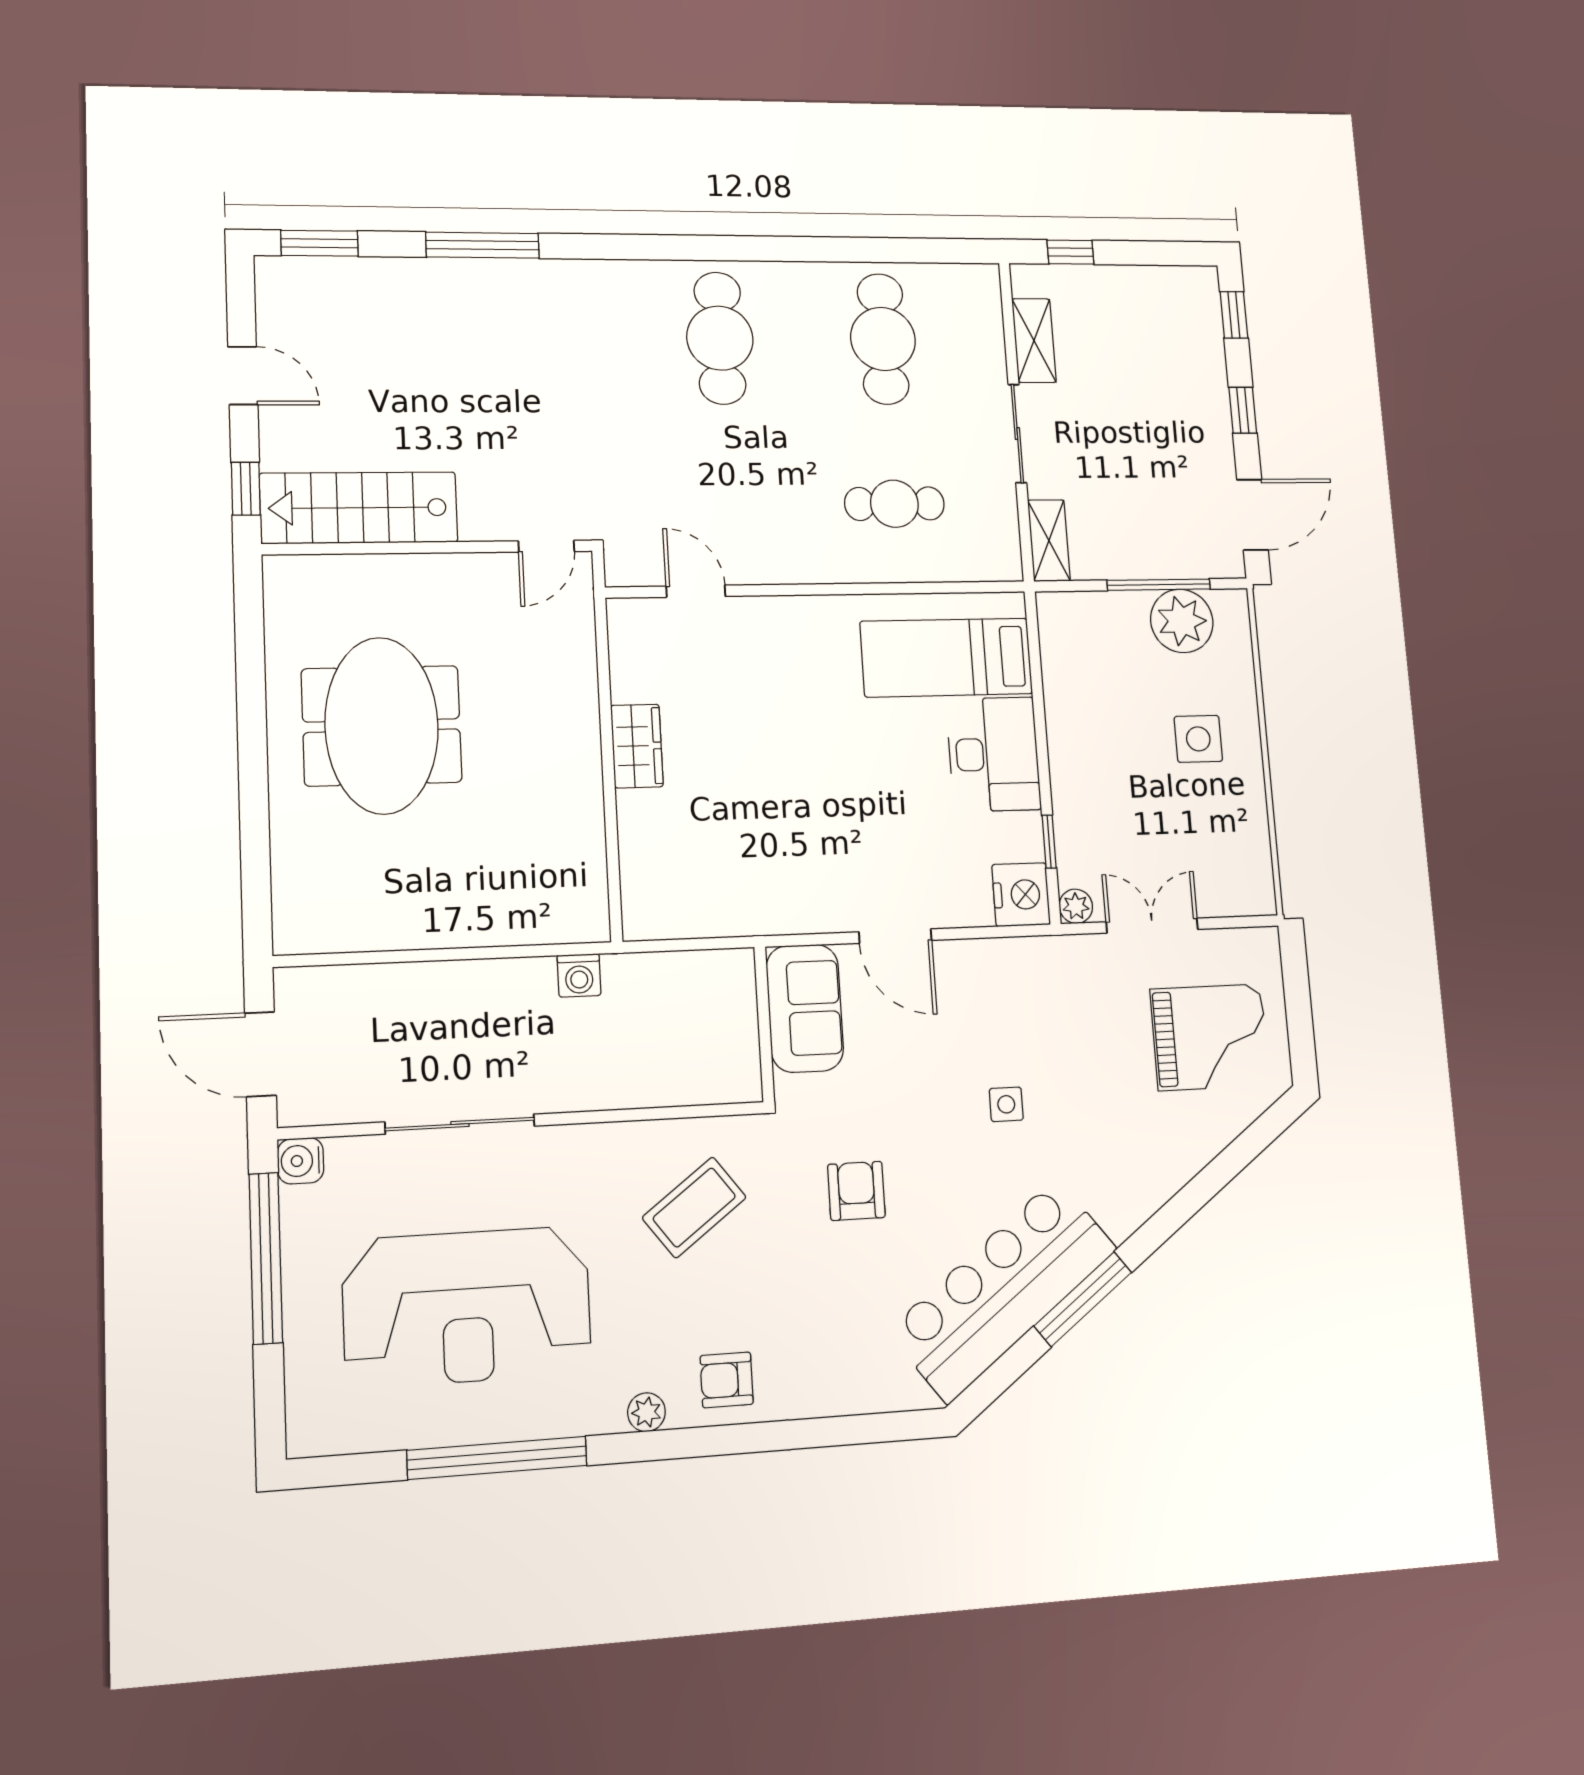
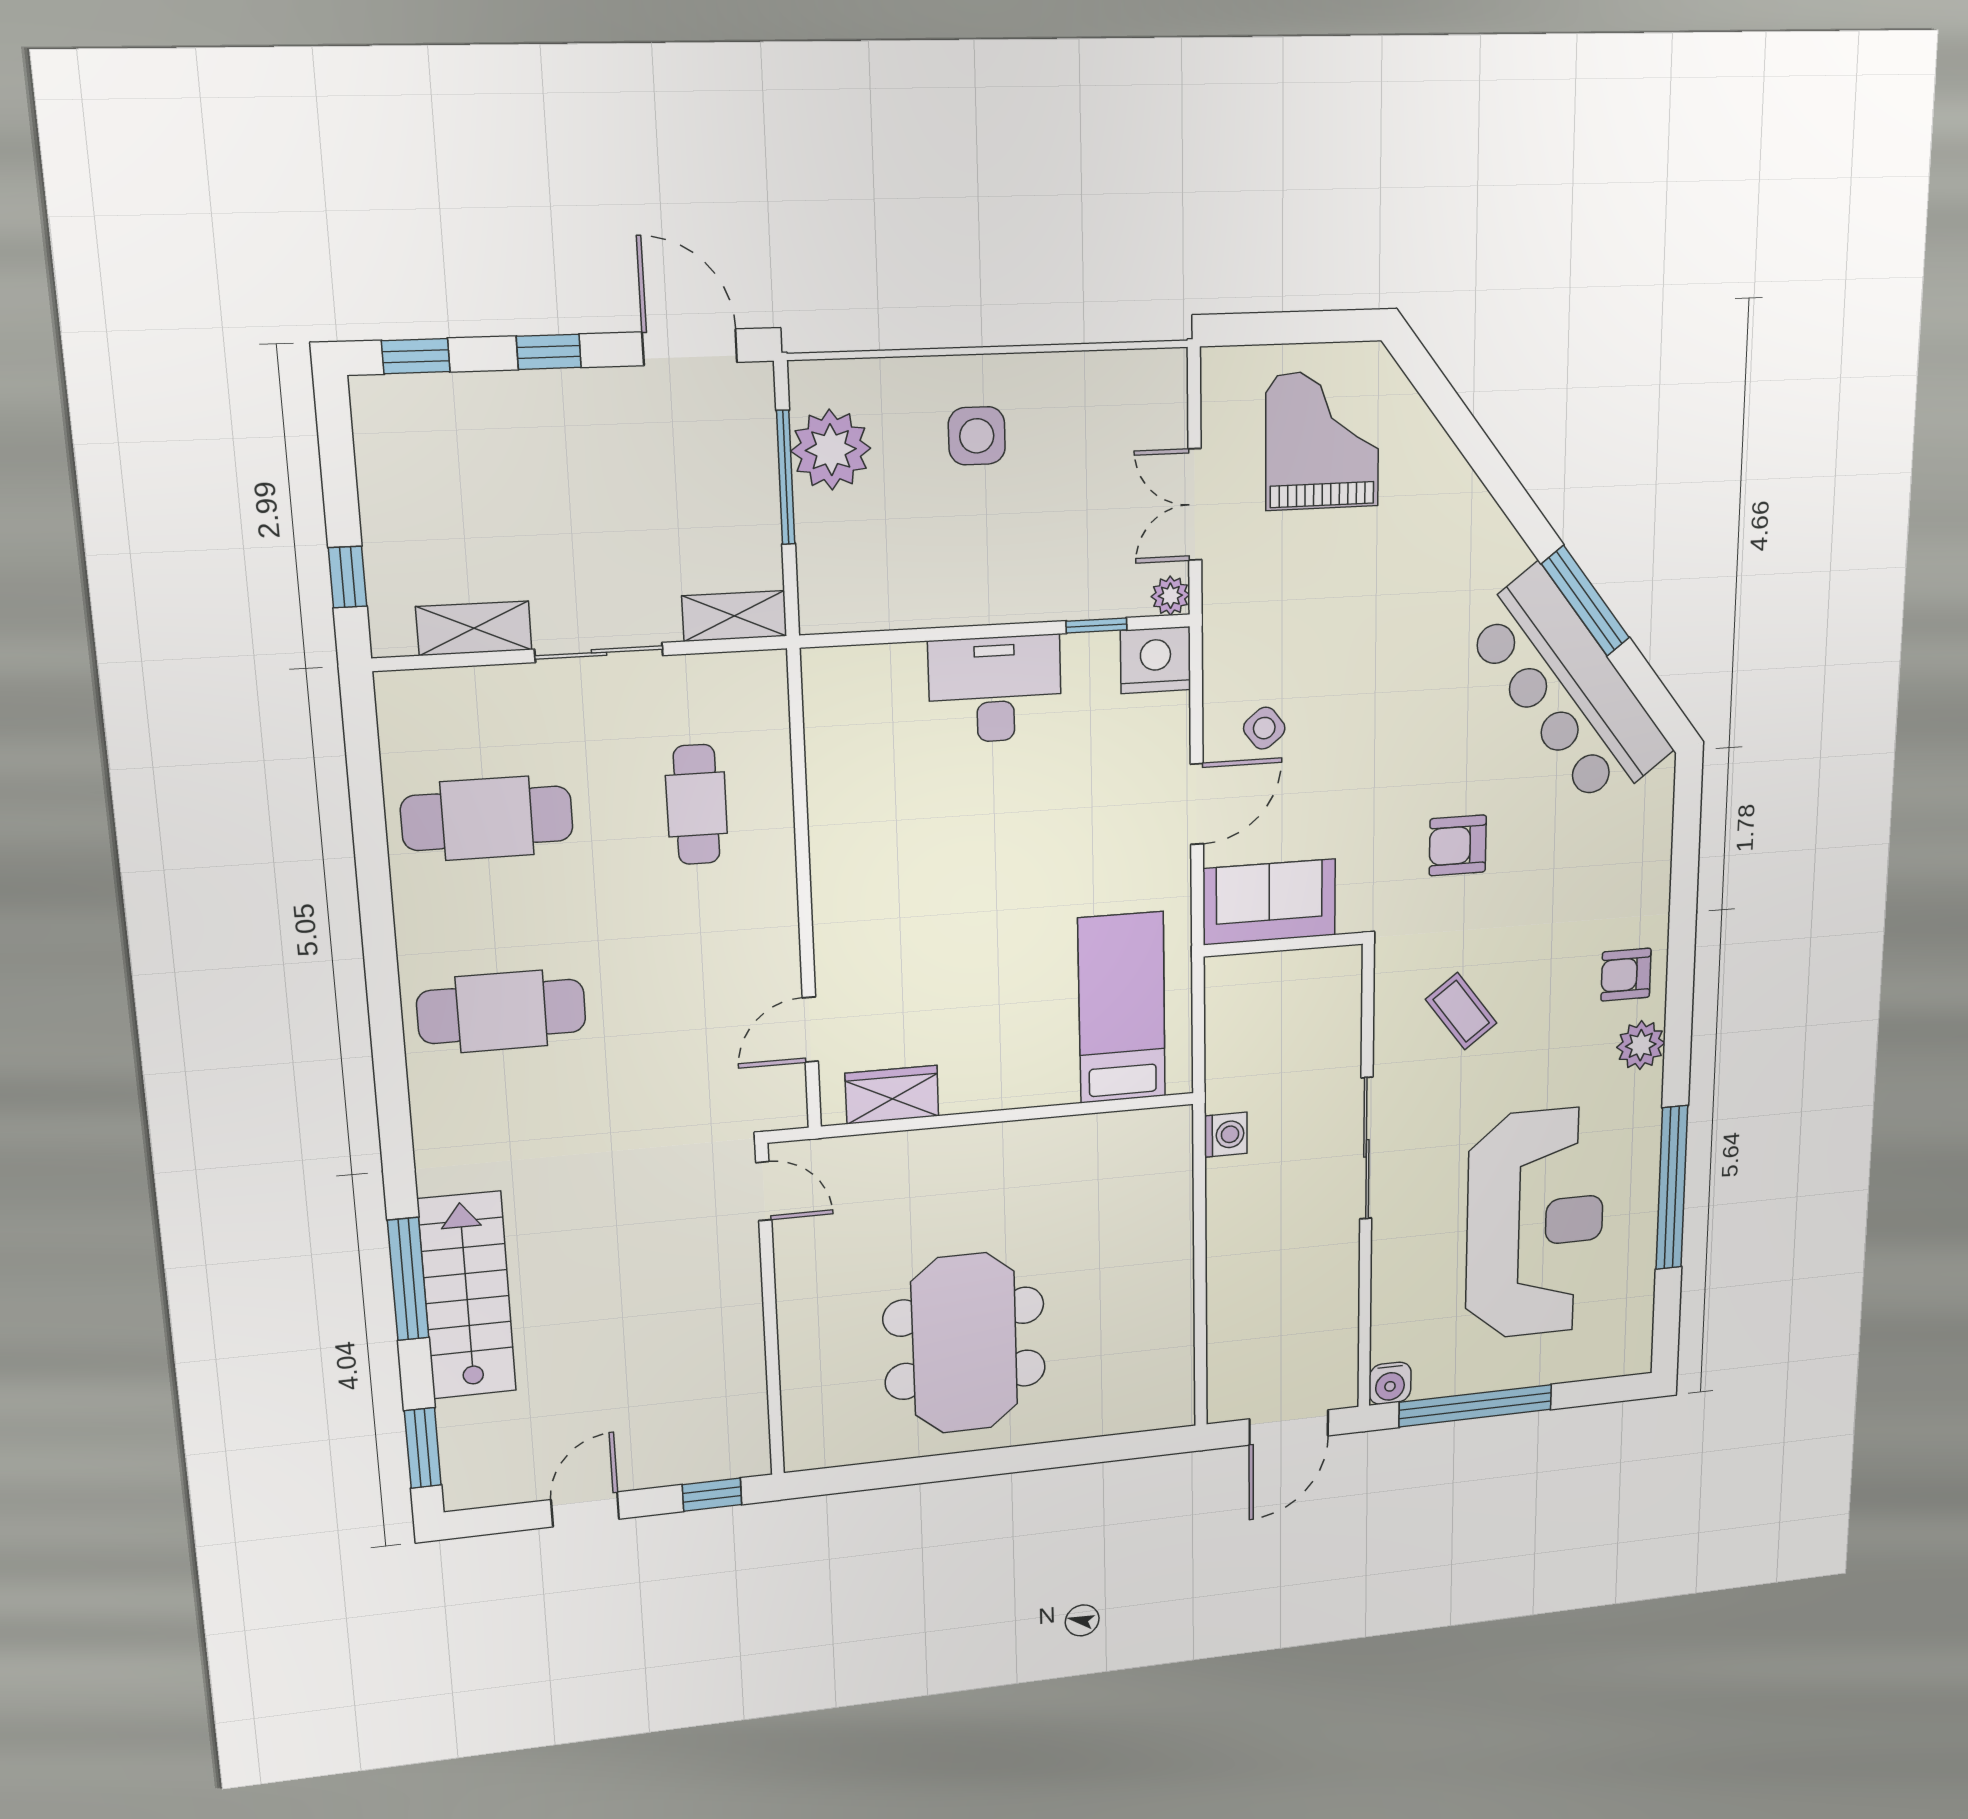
stairs: (359, 508) -> (467, 1296), moved, turned 180
bed: (946, 658) -> (1122, 1008), moved, turned 180
meeting table: (382, 726) -> (965, 1343), turned 90
wardrobe: (637, 746) -> (892, 1095), moved
side table: (1006, 1104) -> (1264, 728), moved, turned -38
sliding door: (460, 1124) -> (1366, 1148), moved
coffee table: (694, 1207) -> (1461, 1011), width x0.73, depth x0.77
armchair: (727, 1380) -> (1626, 975), turned 90
plant: (646, 1412) -> (1641, 1045), width x1.38, depth x1.38

